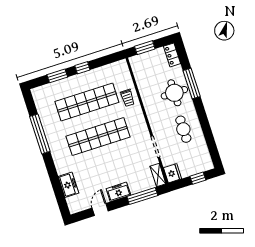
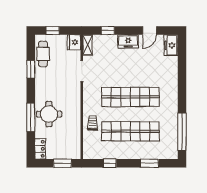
window: (82, 68) -> (110, 163), moved
cafe table: (183, 129) -> (43, 54), moved
window: (207, 132) -> (31, 69), added
window: (40, 134) -> (182, 132), moved
freezer: (68, 185) -> (171, 45), moved
window: (142, 196) -> (108, 31), width x0.46

